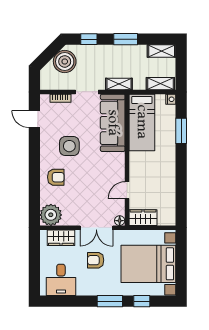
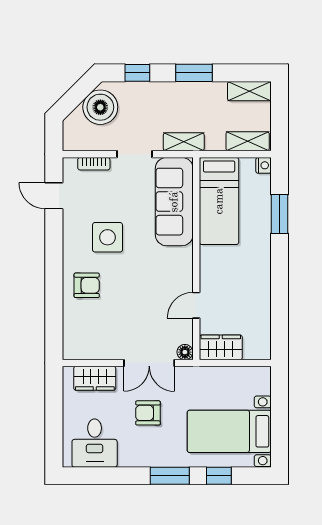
plant: (51, 215) -> (79, 343), removed
bed with nightstands: (148, 264) -> (229, 431), width x0.73

